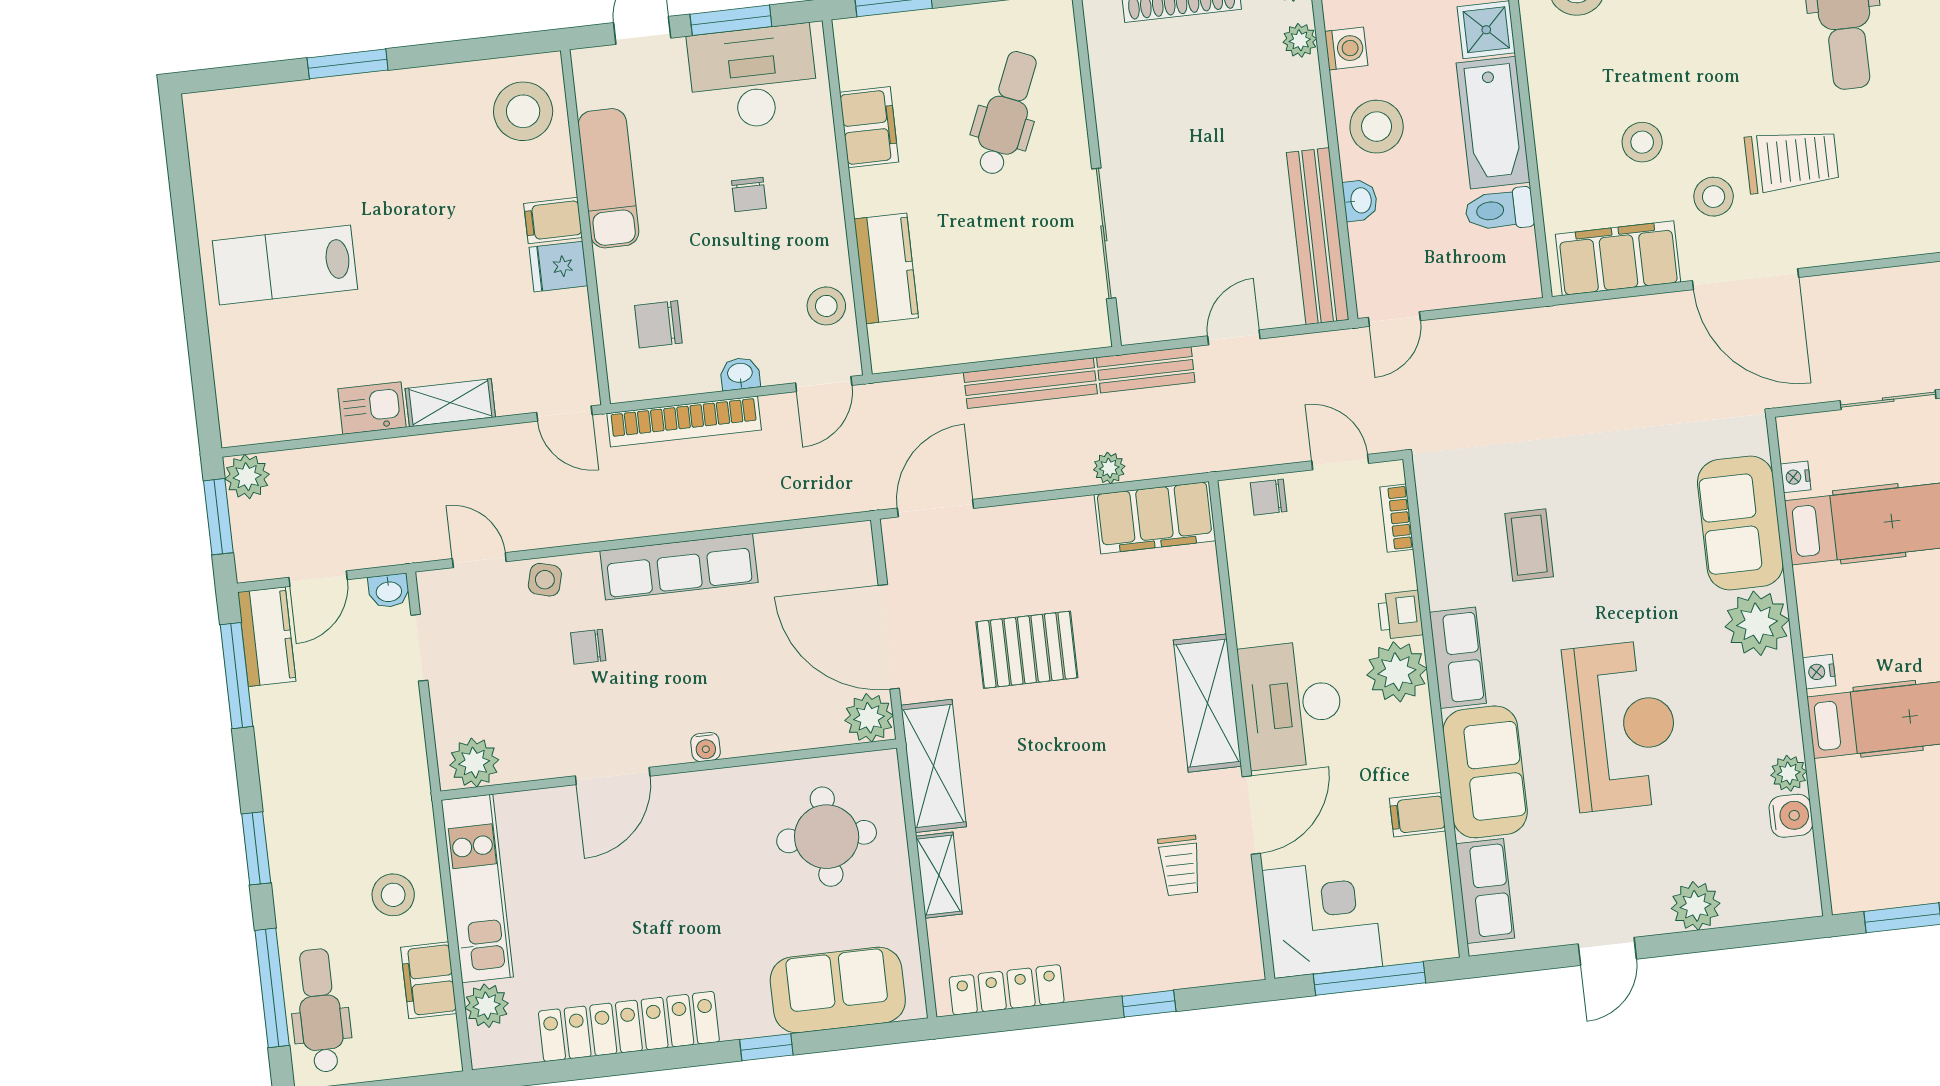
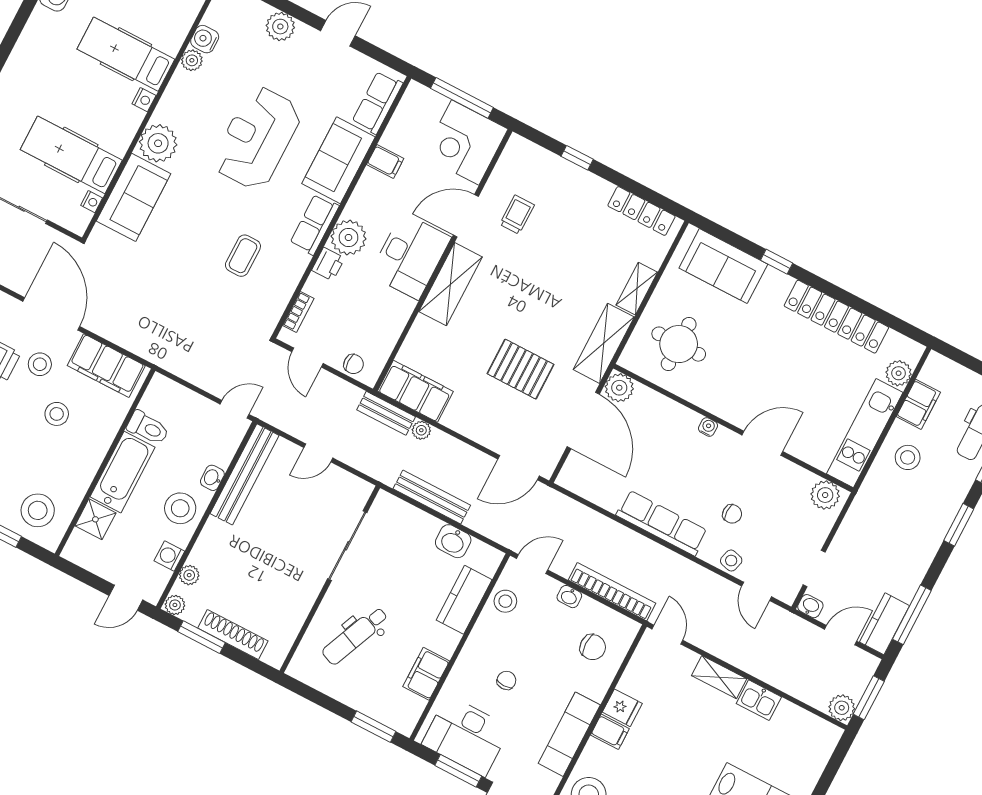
washbasin: (958, 341) -> (453, 541), added
bench: (1146, 370) -> (386, 413), moved

